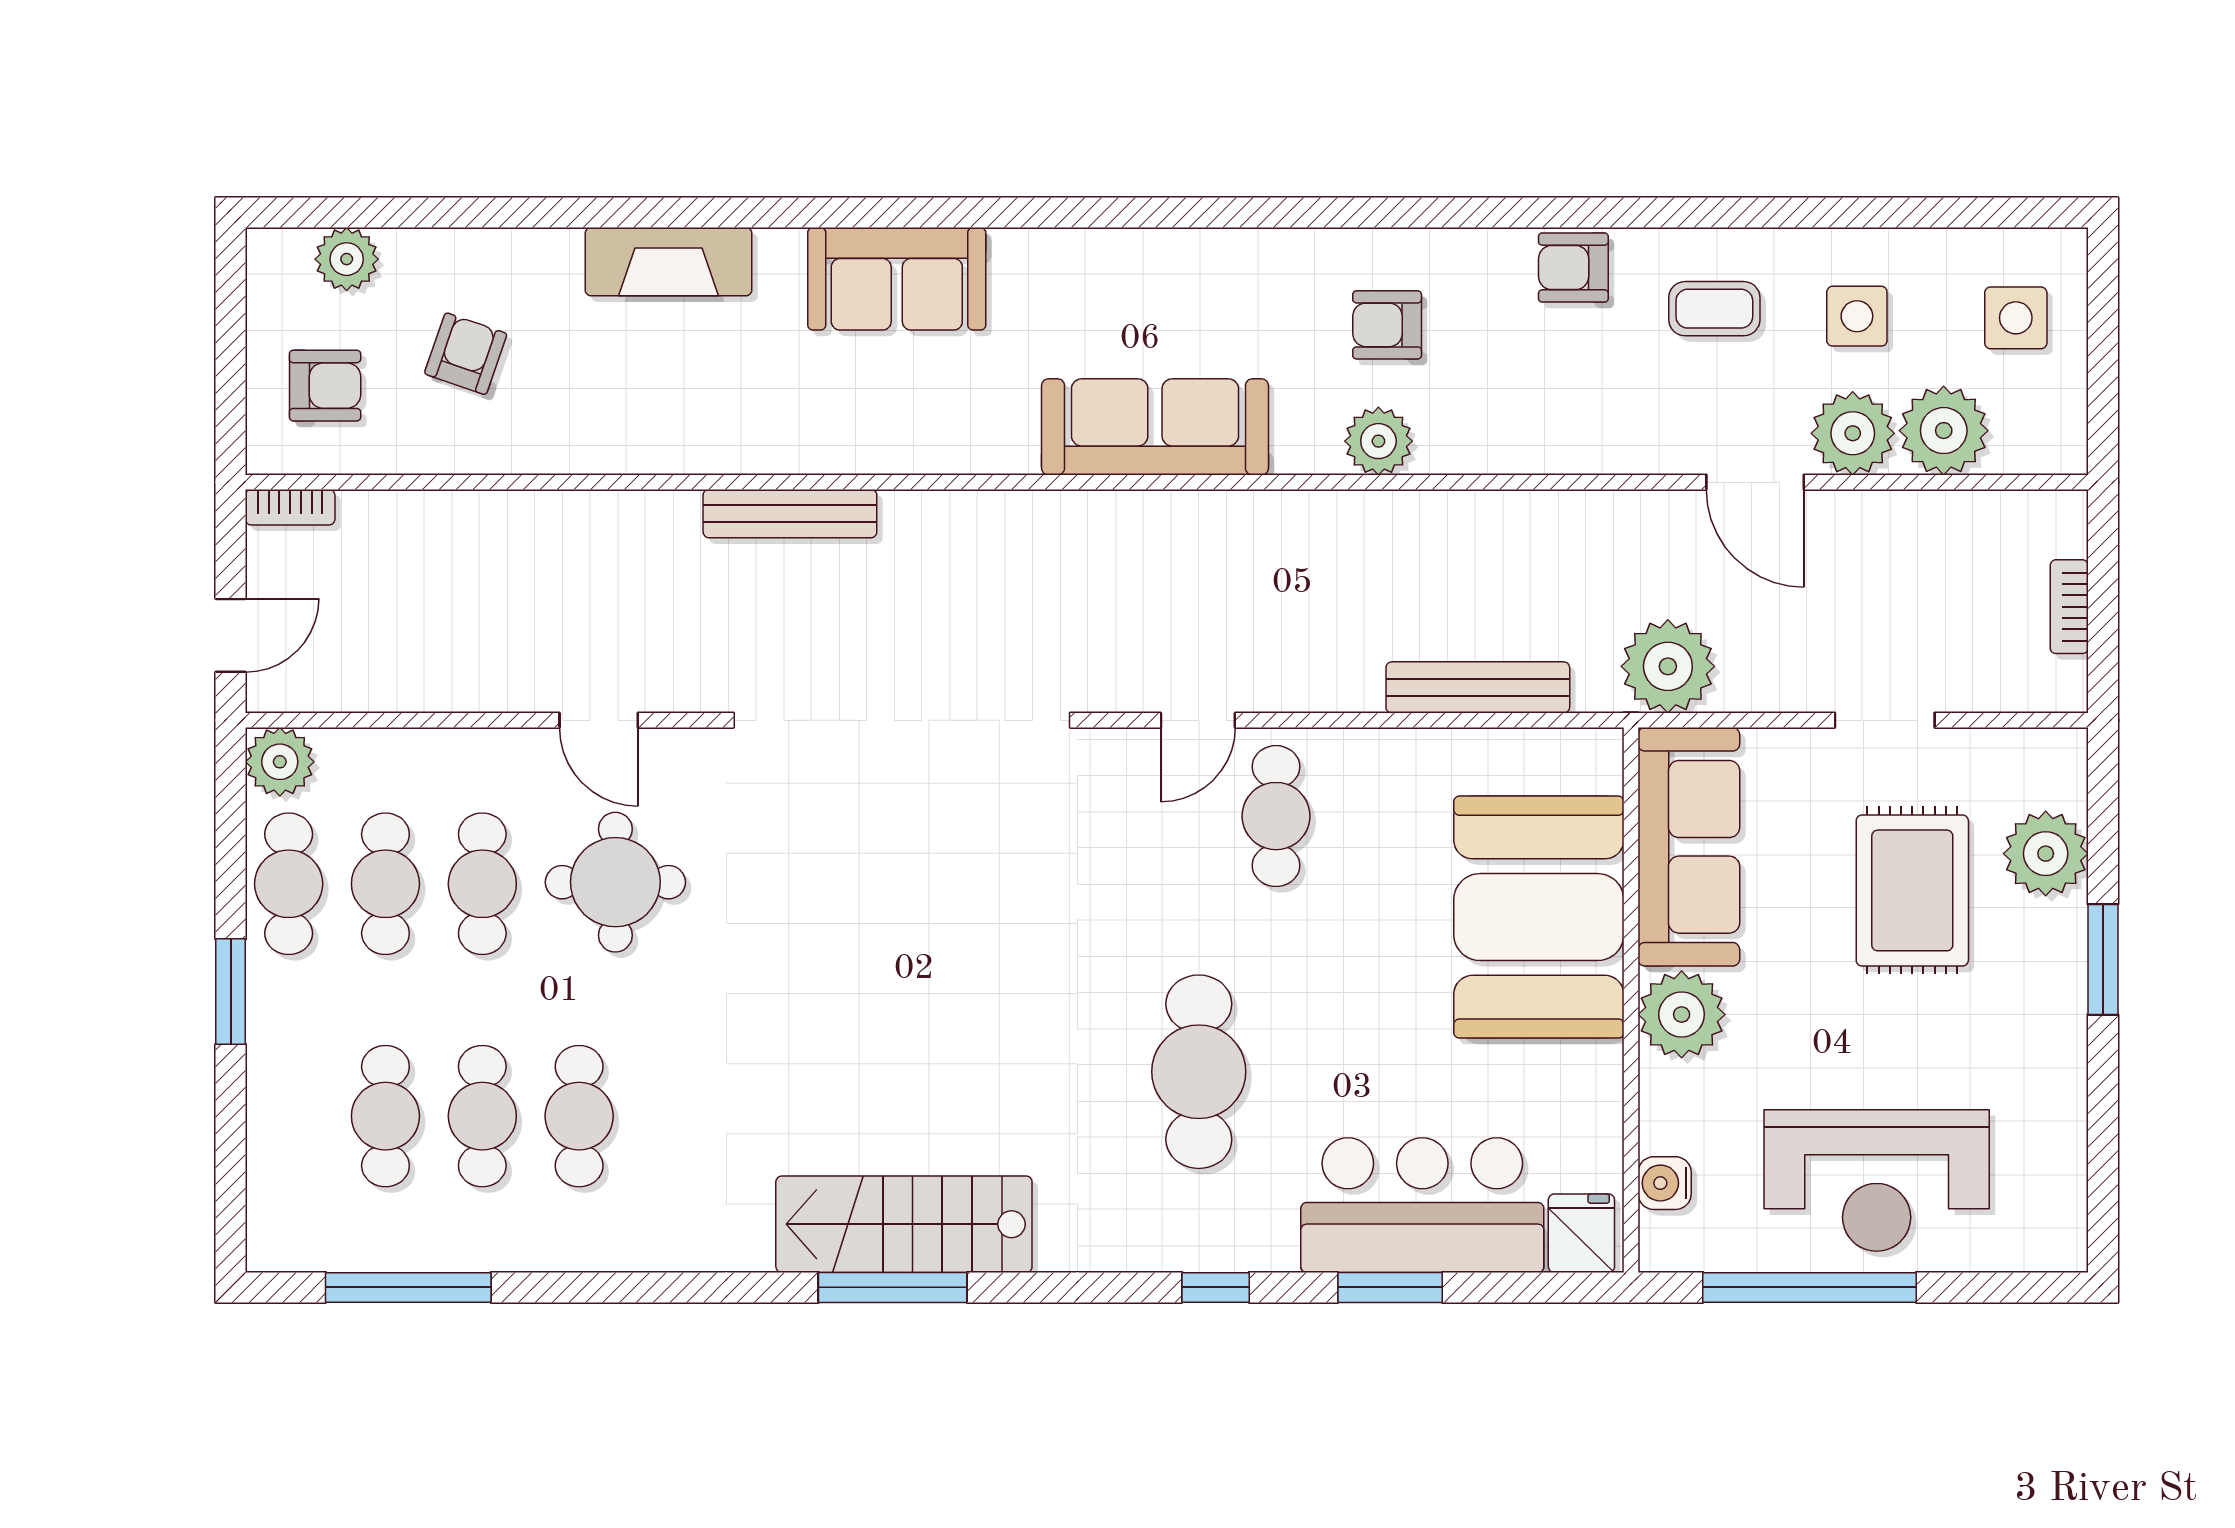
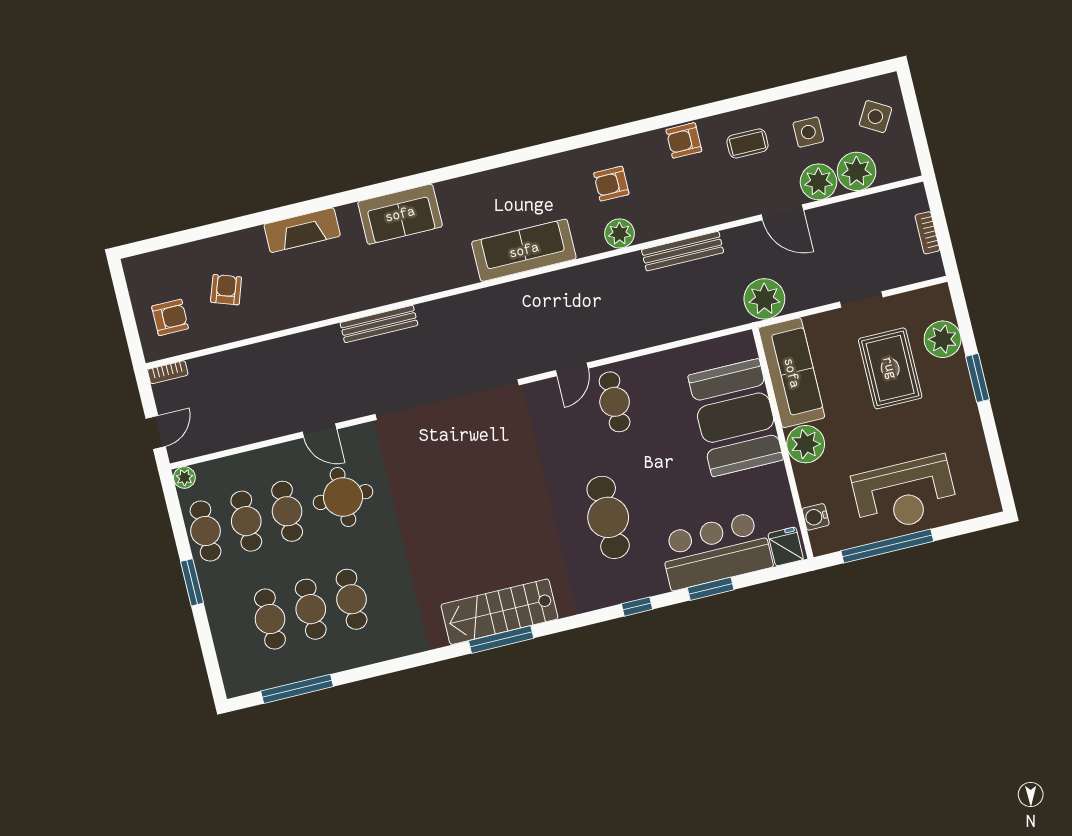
plant: (347, 259) -> (166, 262), removed
side table: (2016, 318) -> (875, 117), turned 30
bench: (1478, 687) -> (683, 251), moved
plant: (280, 762) -> (184, 478), width x0.73, depth x0.73

